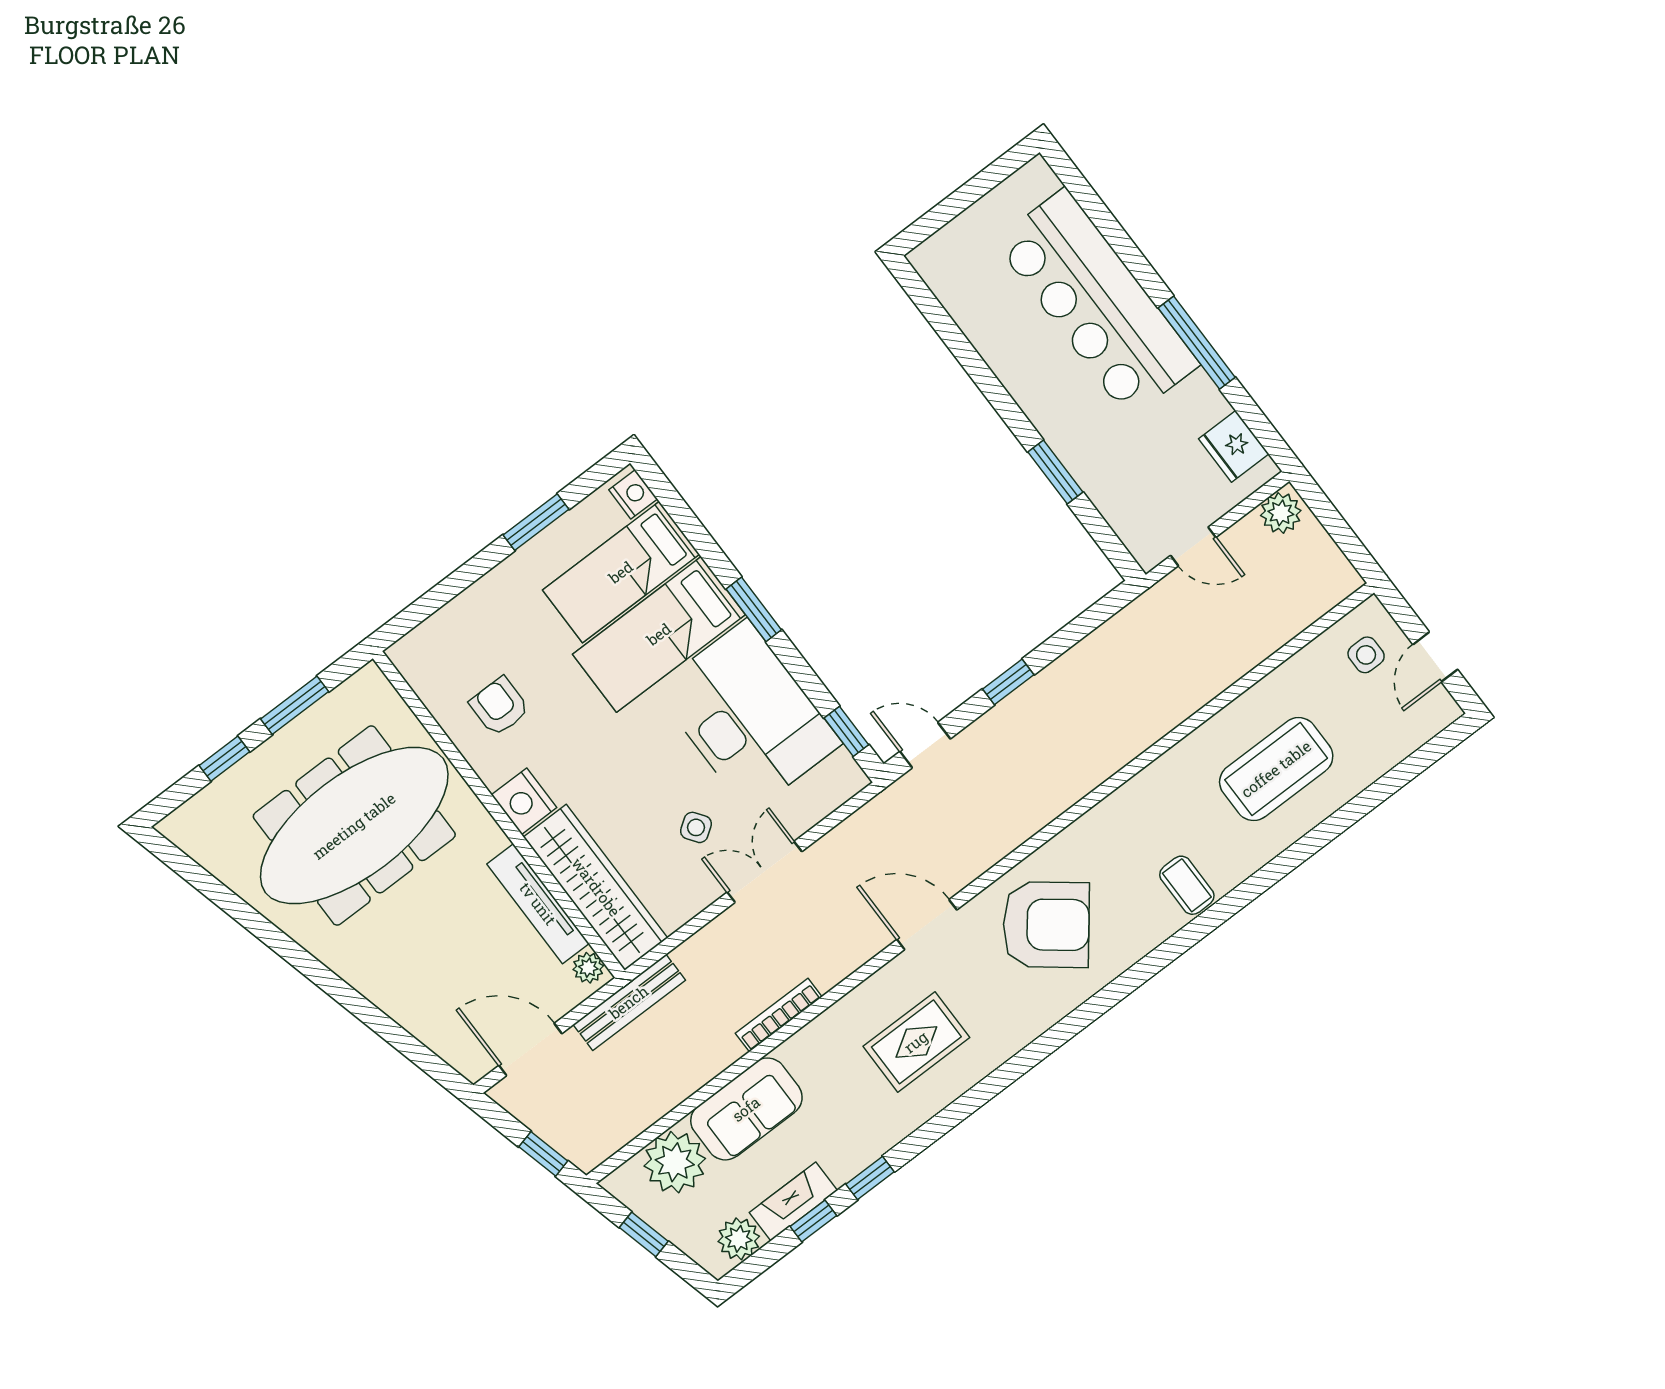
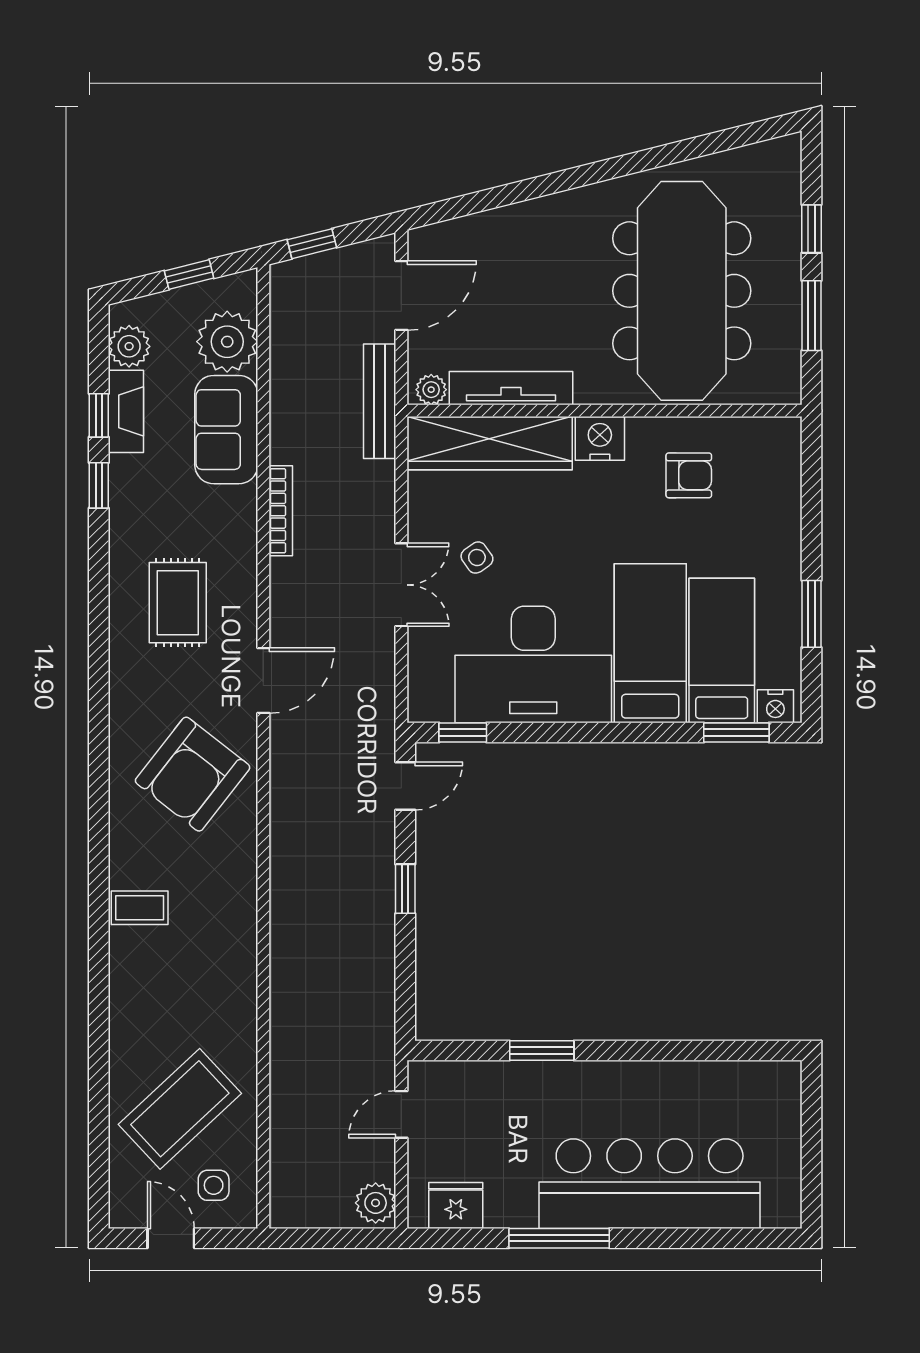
window: (754, 609) -> (736, 732), moved
coffee table: (1276, 769) -> (180, 1109), moved, turned 47

